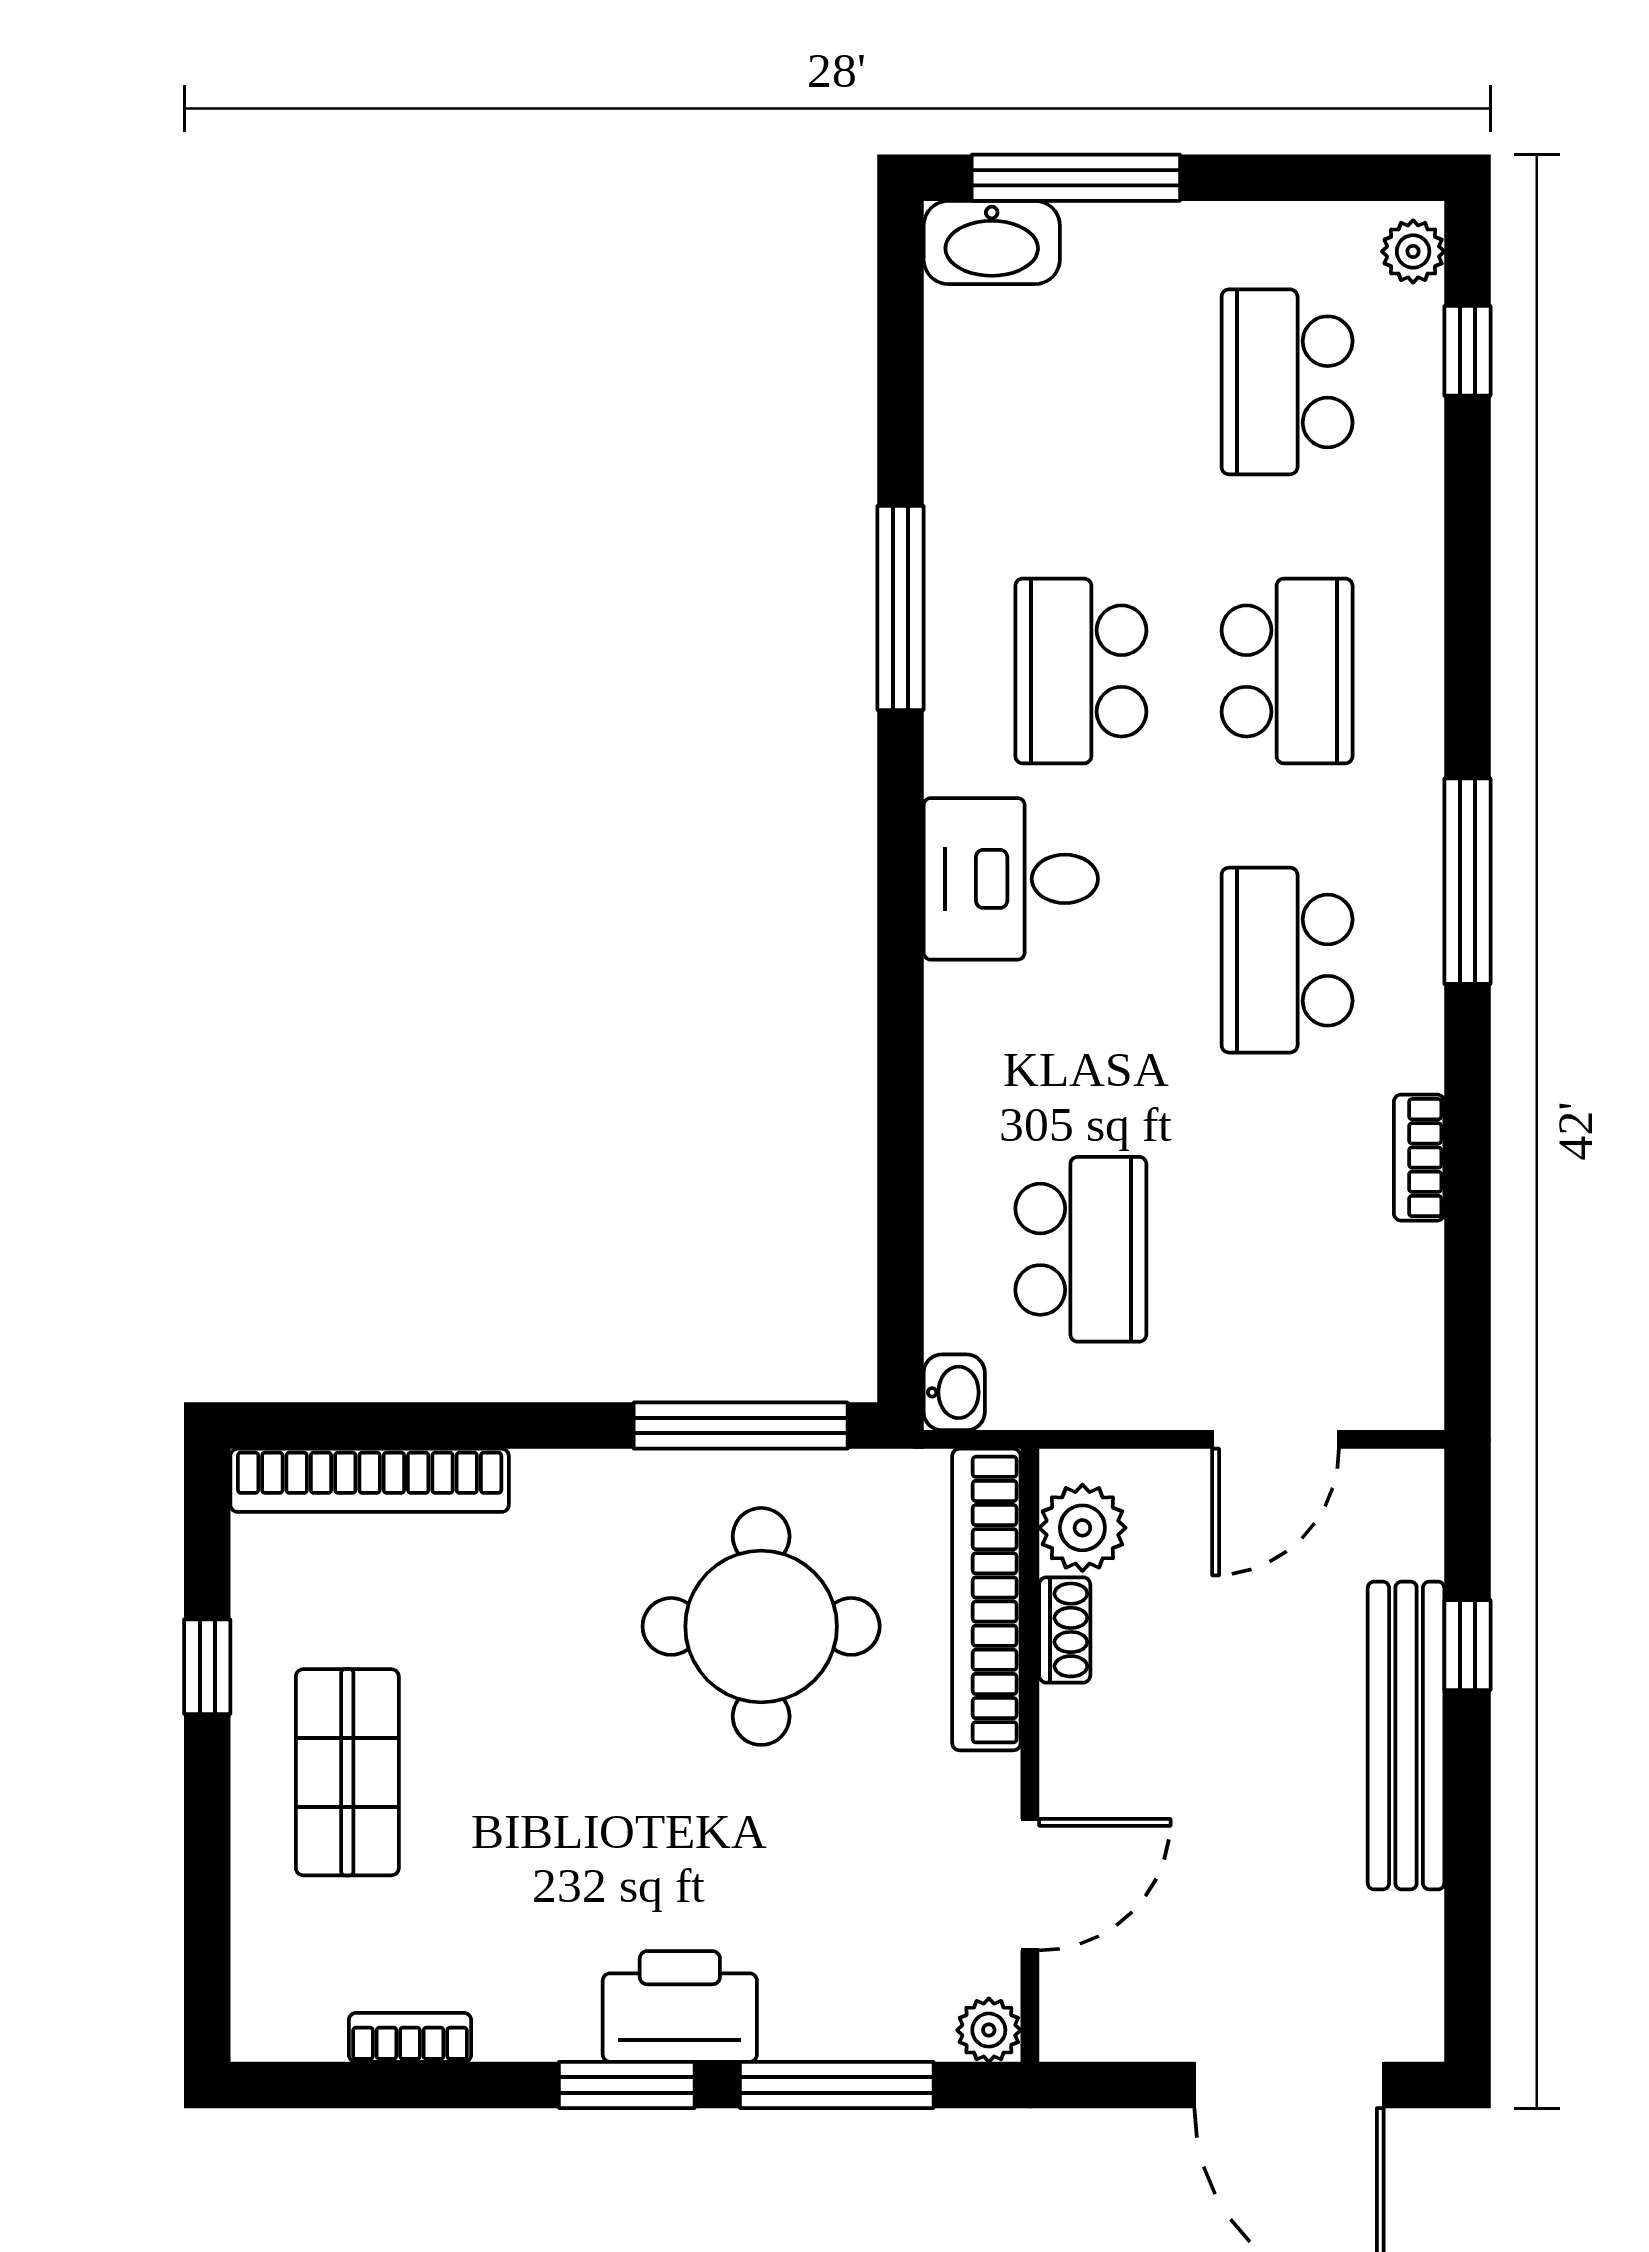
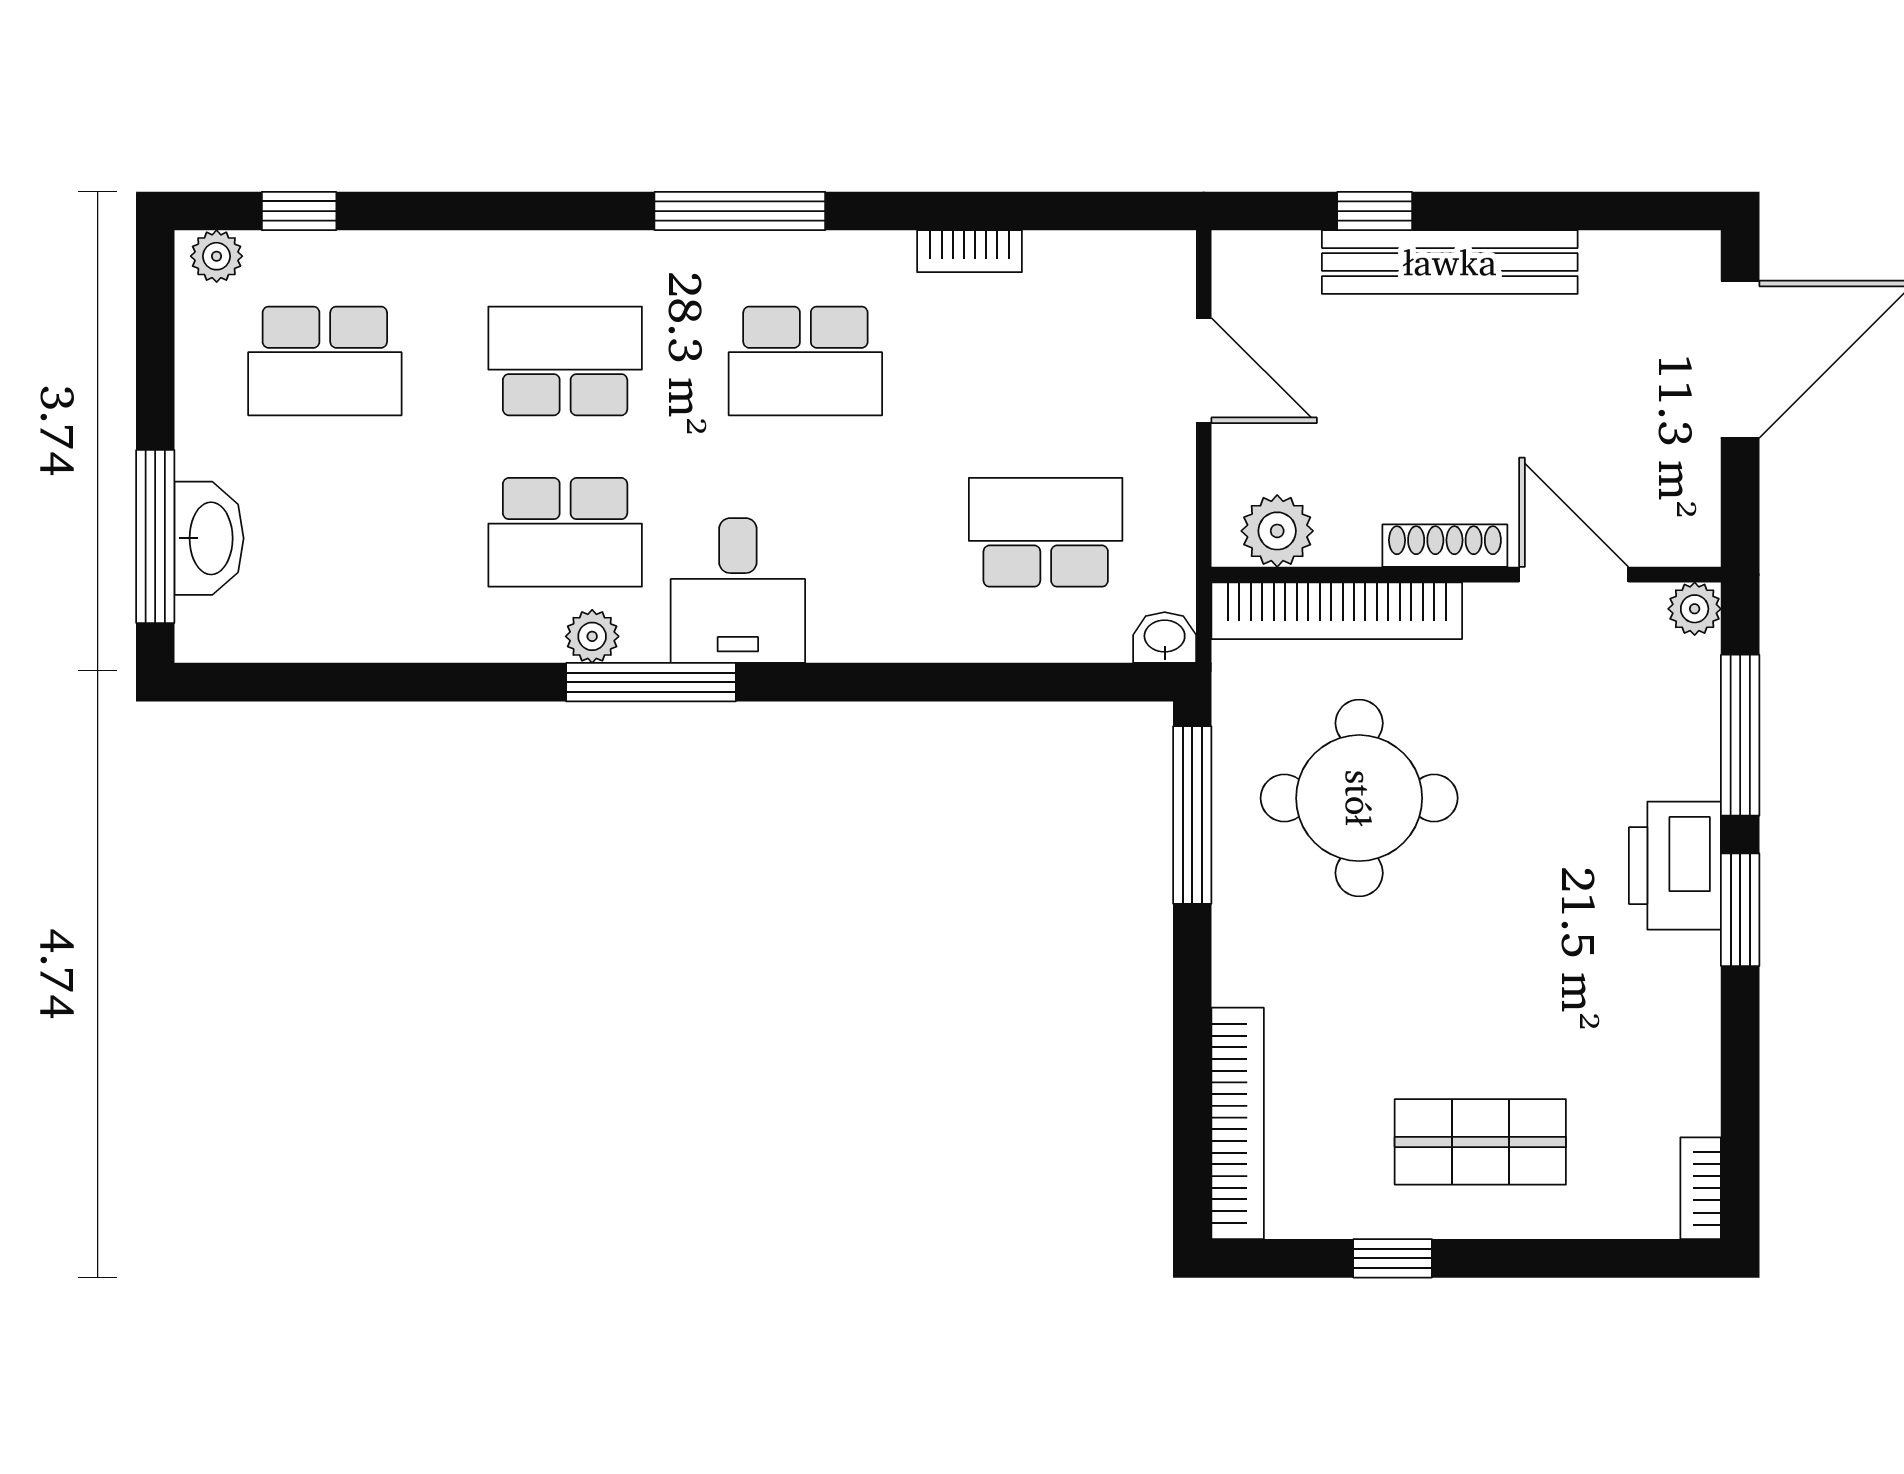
washbasin: (992, 242) -> (209, 538), moved
window: (900, 608) -> (651, 682), moved
plant: (956, 703) -> (592, 636), added
shoe rack: (1065, 1630) -> (1445, 546), moved, width x1.43
bookcase: (410, 2037) -> (1701, 1188), moved

